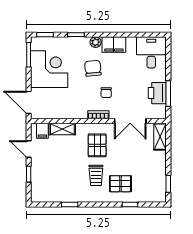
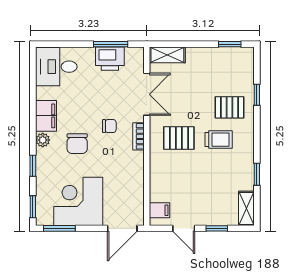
chair: (93, 68) -> (77, 144), turned -84
shelving: (62, 129) -> (246, 208), moved
door: (29, 149) -> (184, 228), hinge flipped
pallet: (120, 184) -> (229, 107), turned 90

